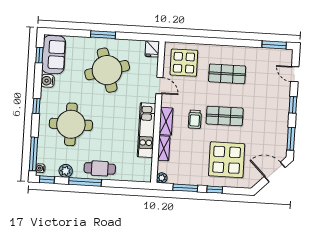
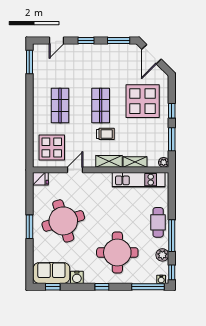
kitchen unit: (146, 130) -> (139, 180), moved

